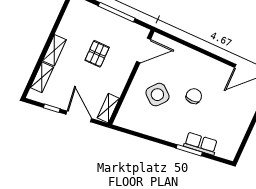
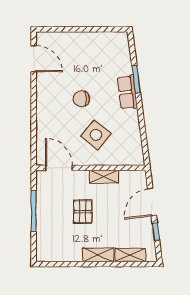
pallet: (97, 54) -> (83, 212), turned 90
shelving: (108, 108) -> (104, 177), moved
row of seats: (201, 144) -> (127, 92), moved

